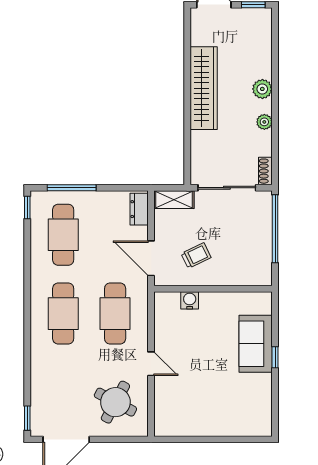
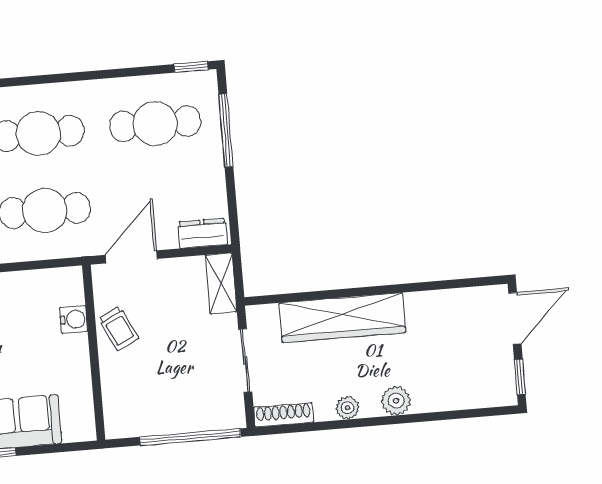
wardrobe: (204, 88) -> (342, 318), moved
shoe rack: (265, 171) -> (284, 415), width x1.43
sliding door: (227, 188) -> (245, 360), width x0.73
trolley: (196, 256) -> (119, 328), moved

